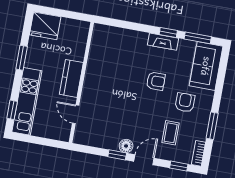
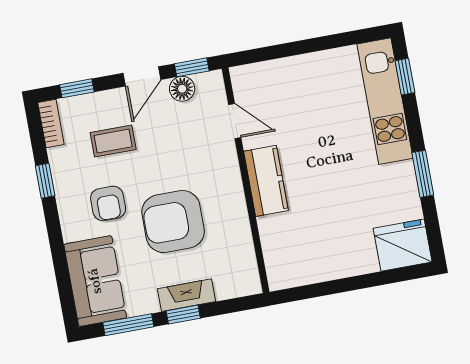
kitchen counter: (71, 78) -> (266, 181), moved
armchair: (156, 81) -> (173, 222), width x1.88, depth x1.88
wall: (81, 83) -> (246, 180), moved
door: (76, 114) -> (235, 121), moved
window: (212, 126) -> (45, 181), width x0.67
coffee table: (171, 133) -> (113, 141), turned 90

